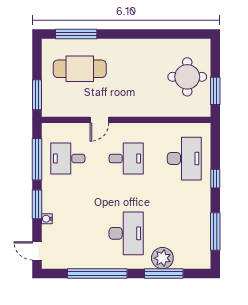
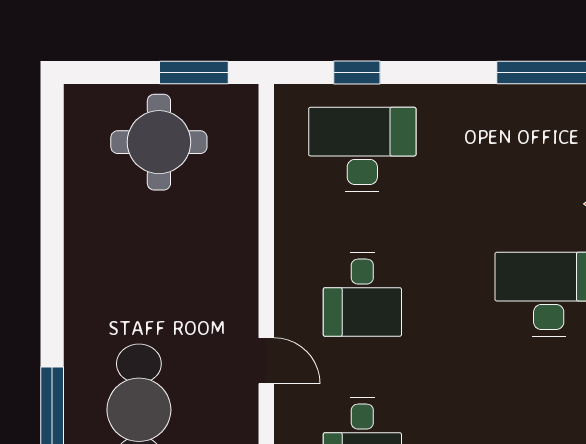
desk: (126, 159) -> (362, 294), turned 180
window: (215, 179) -> (357, 73), moved

